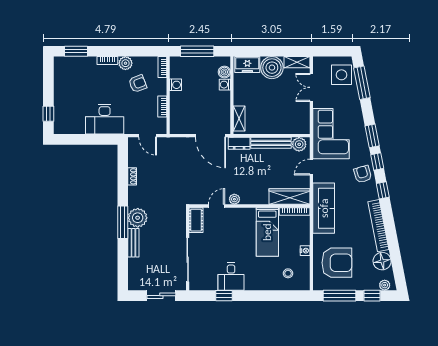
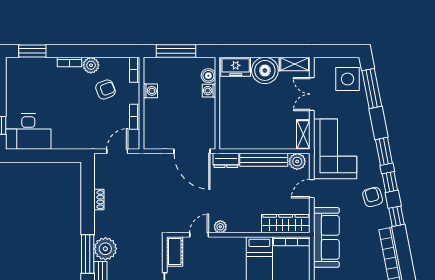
desk: (105, 119) -> (28, 132), moved
shelving: (239, 119) -> (303, 135), moved
door: (148, 136) -> (117, 151), swing flipped

